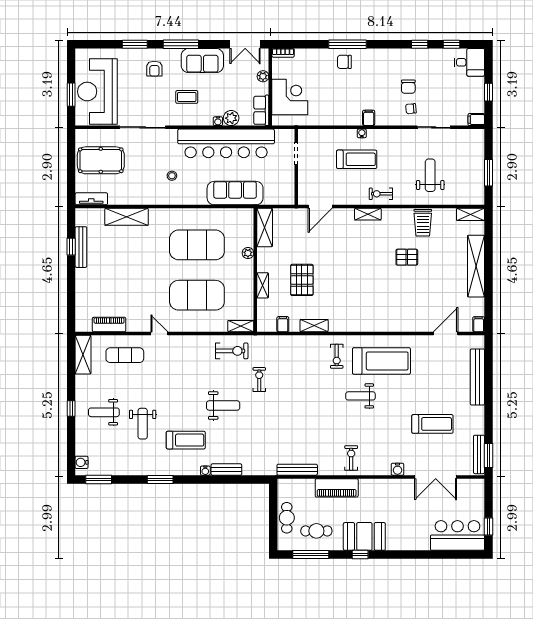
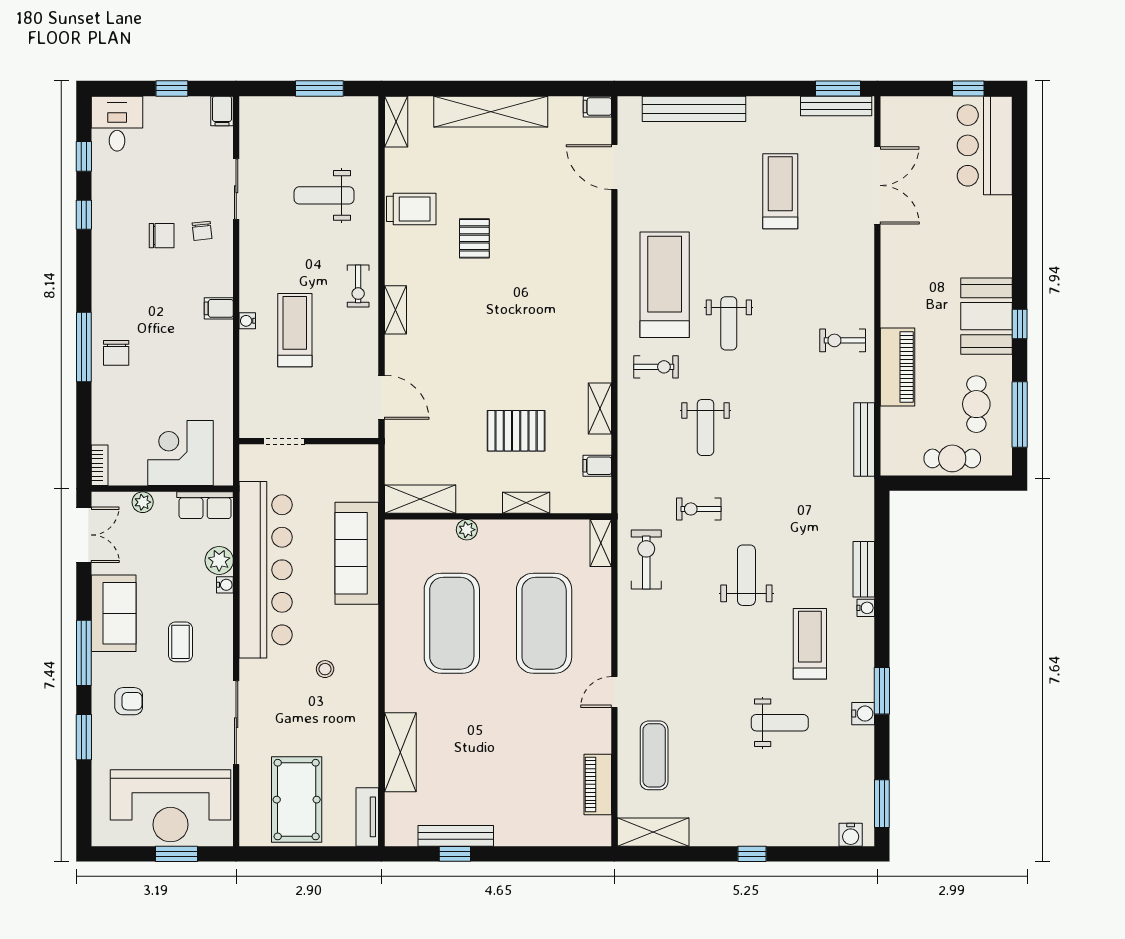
weight bench: (104, 412) -> (706, 427), moved
water cooler: (397, 469) -> (863, 714), moved

